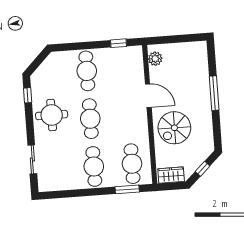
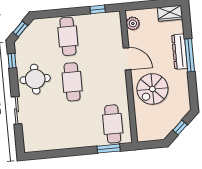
window: (37, 62) -> (20, 29), added
dresser: (204, 89) -> (179, 52), added
sliding door: (32, 159) -> (17, 110), moved
cafe table: (94, 166) -> (76, 127), removed
wardrobe: (171, 175) -> (170, 13), moved, turned 180

